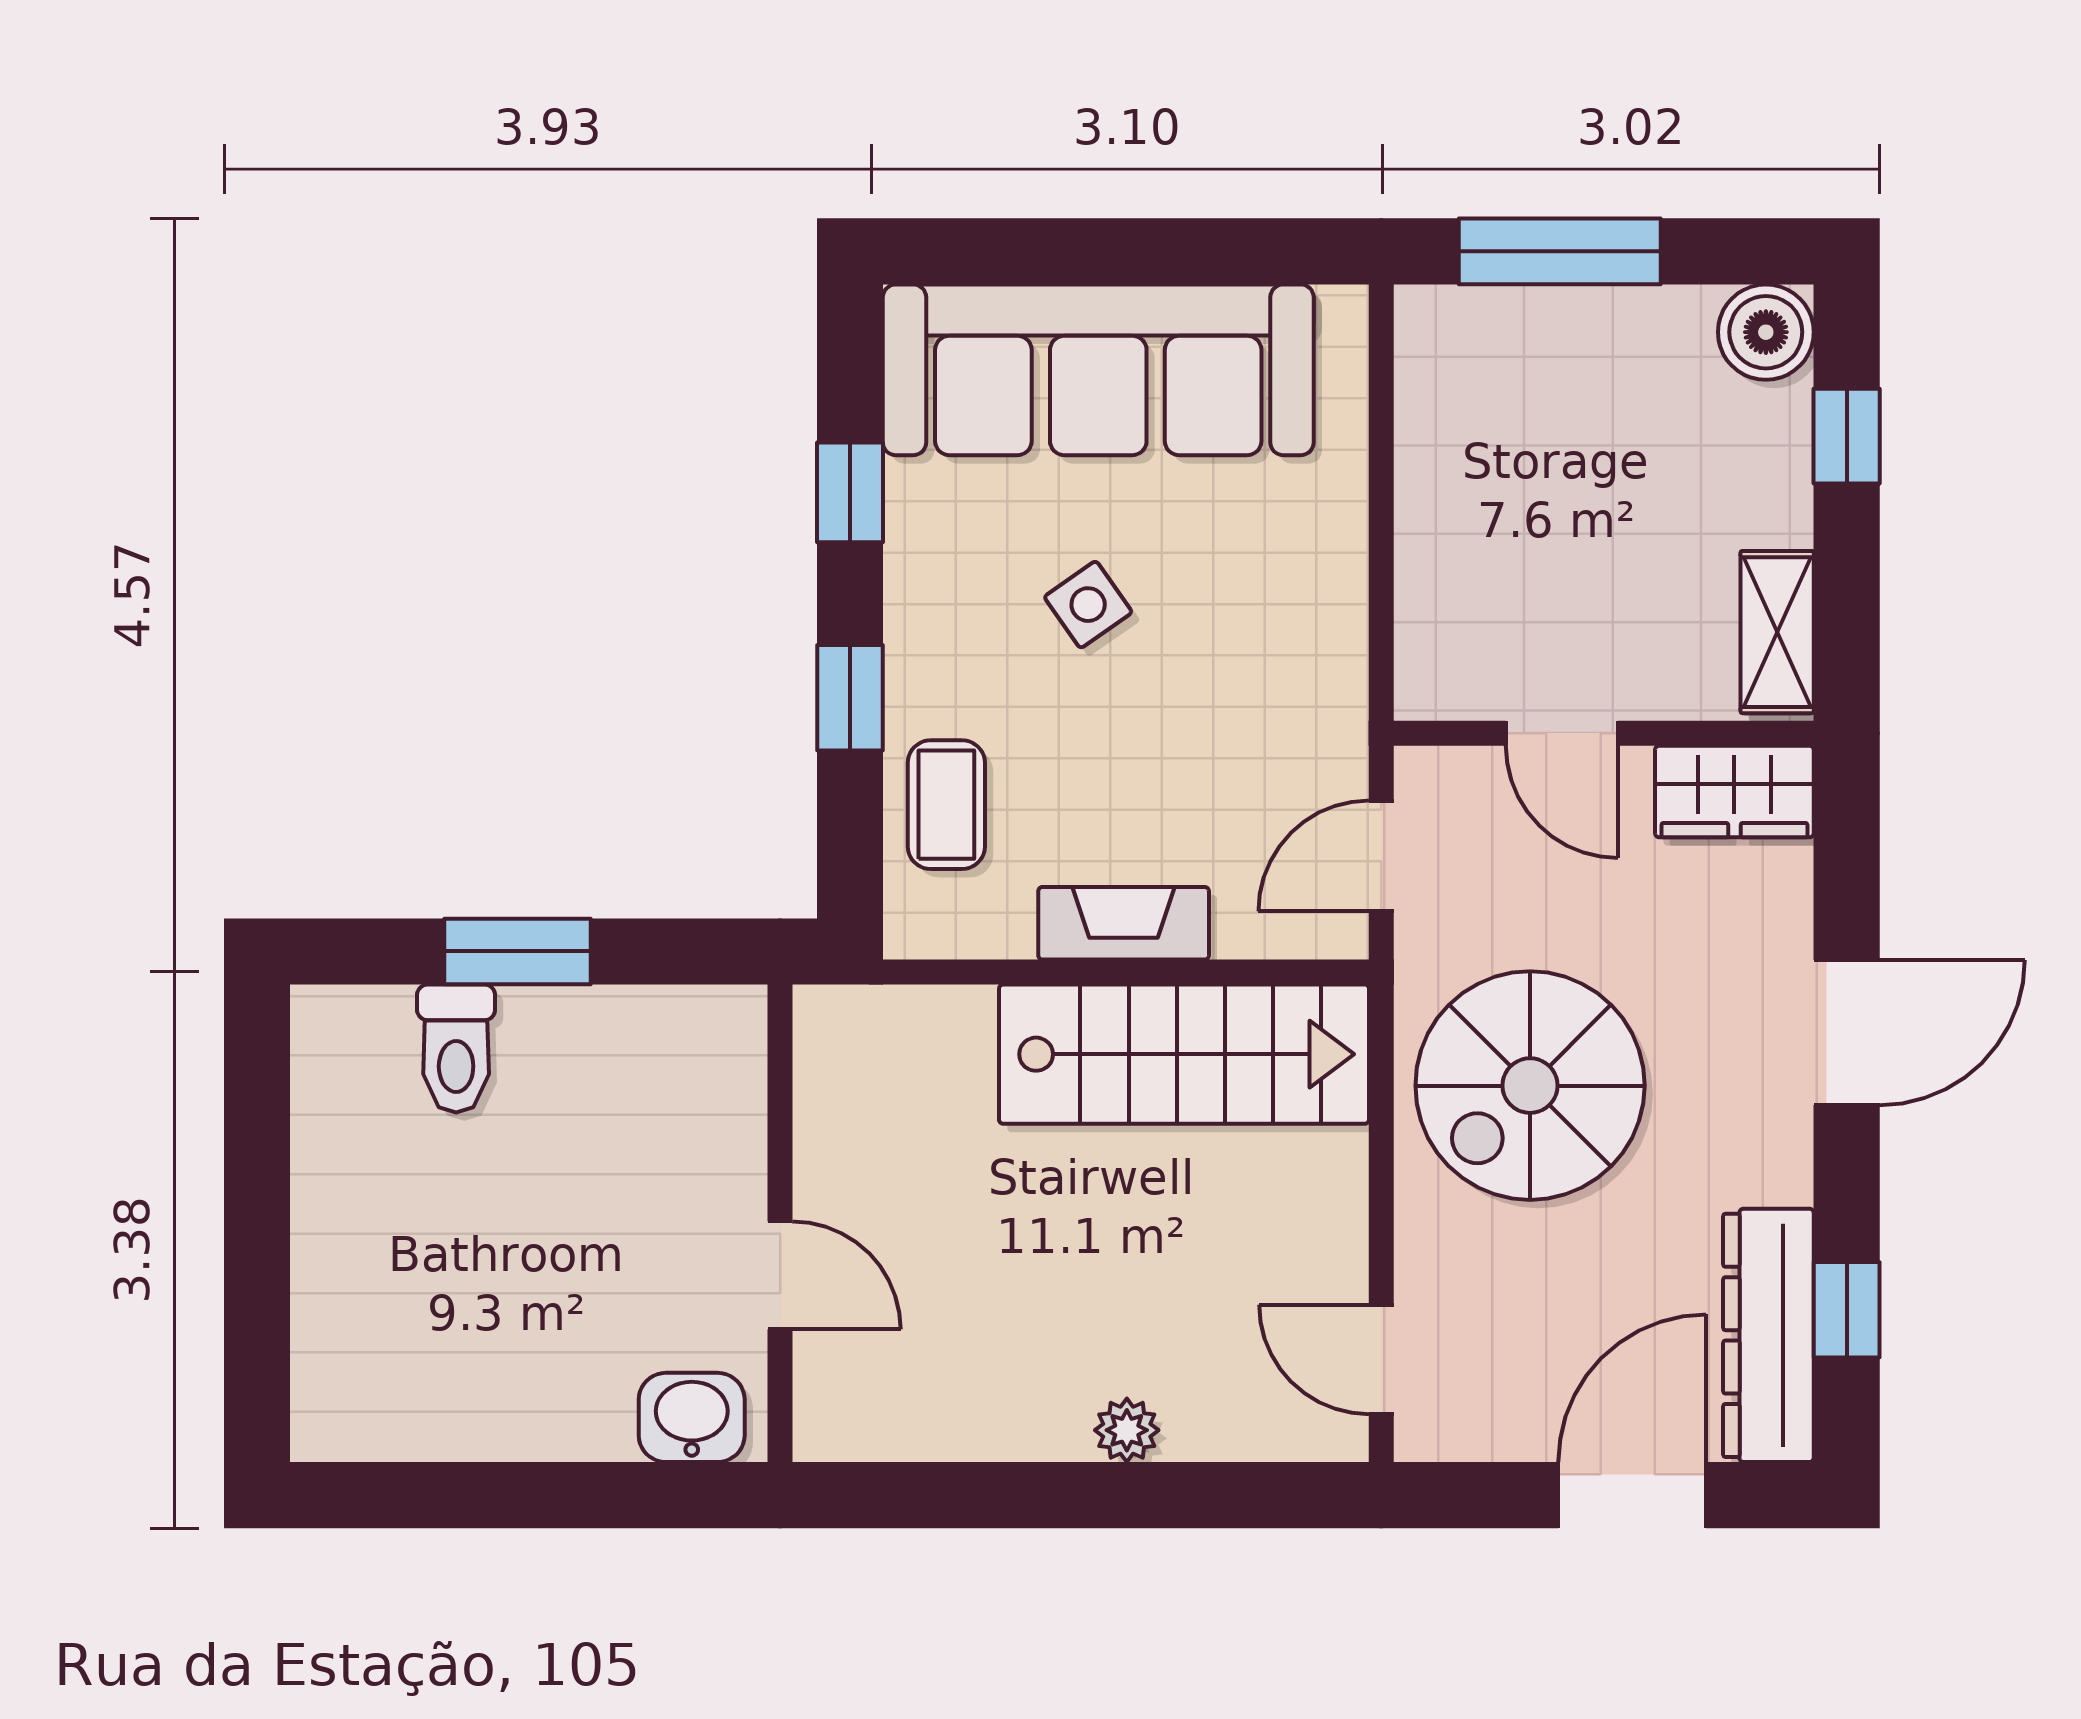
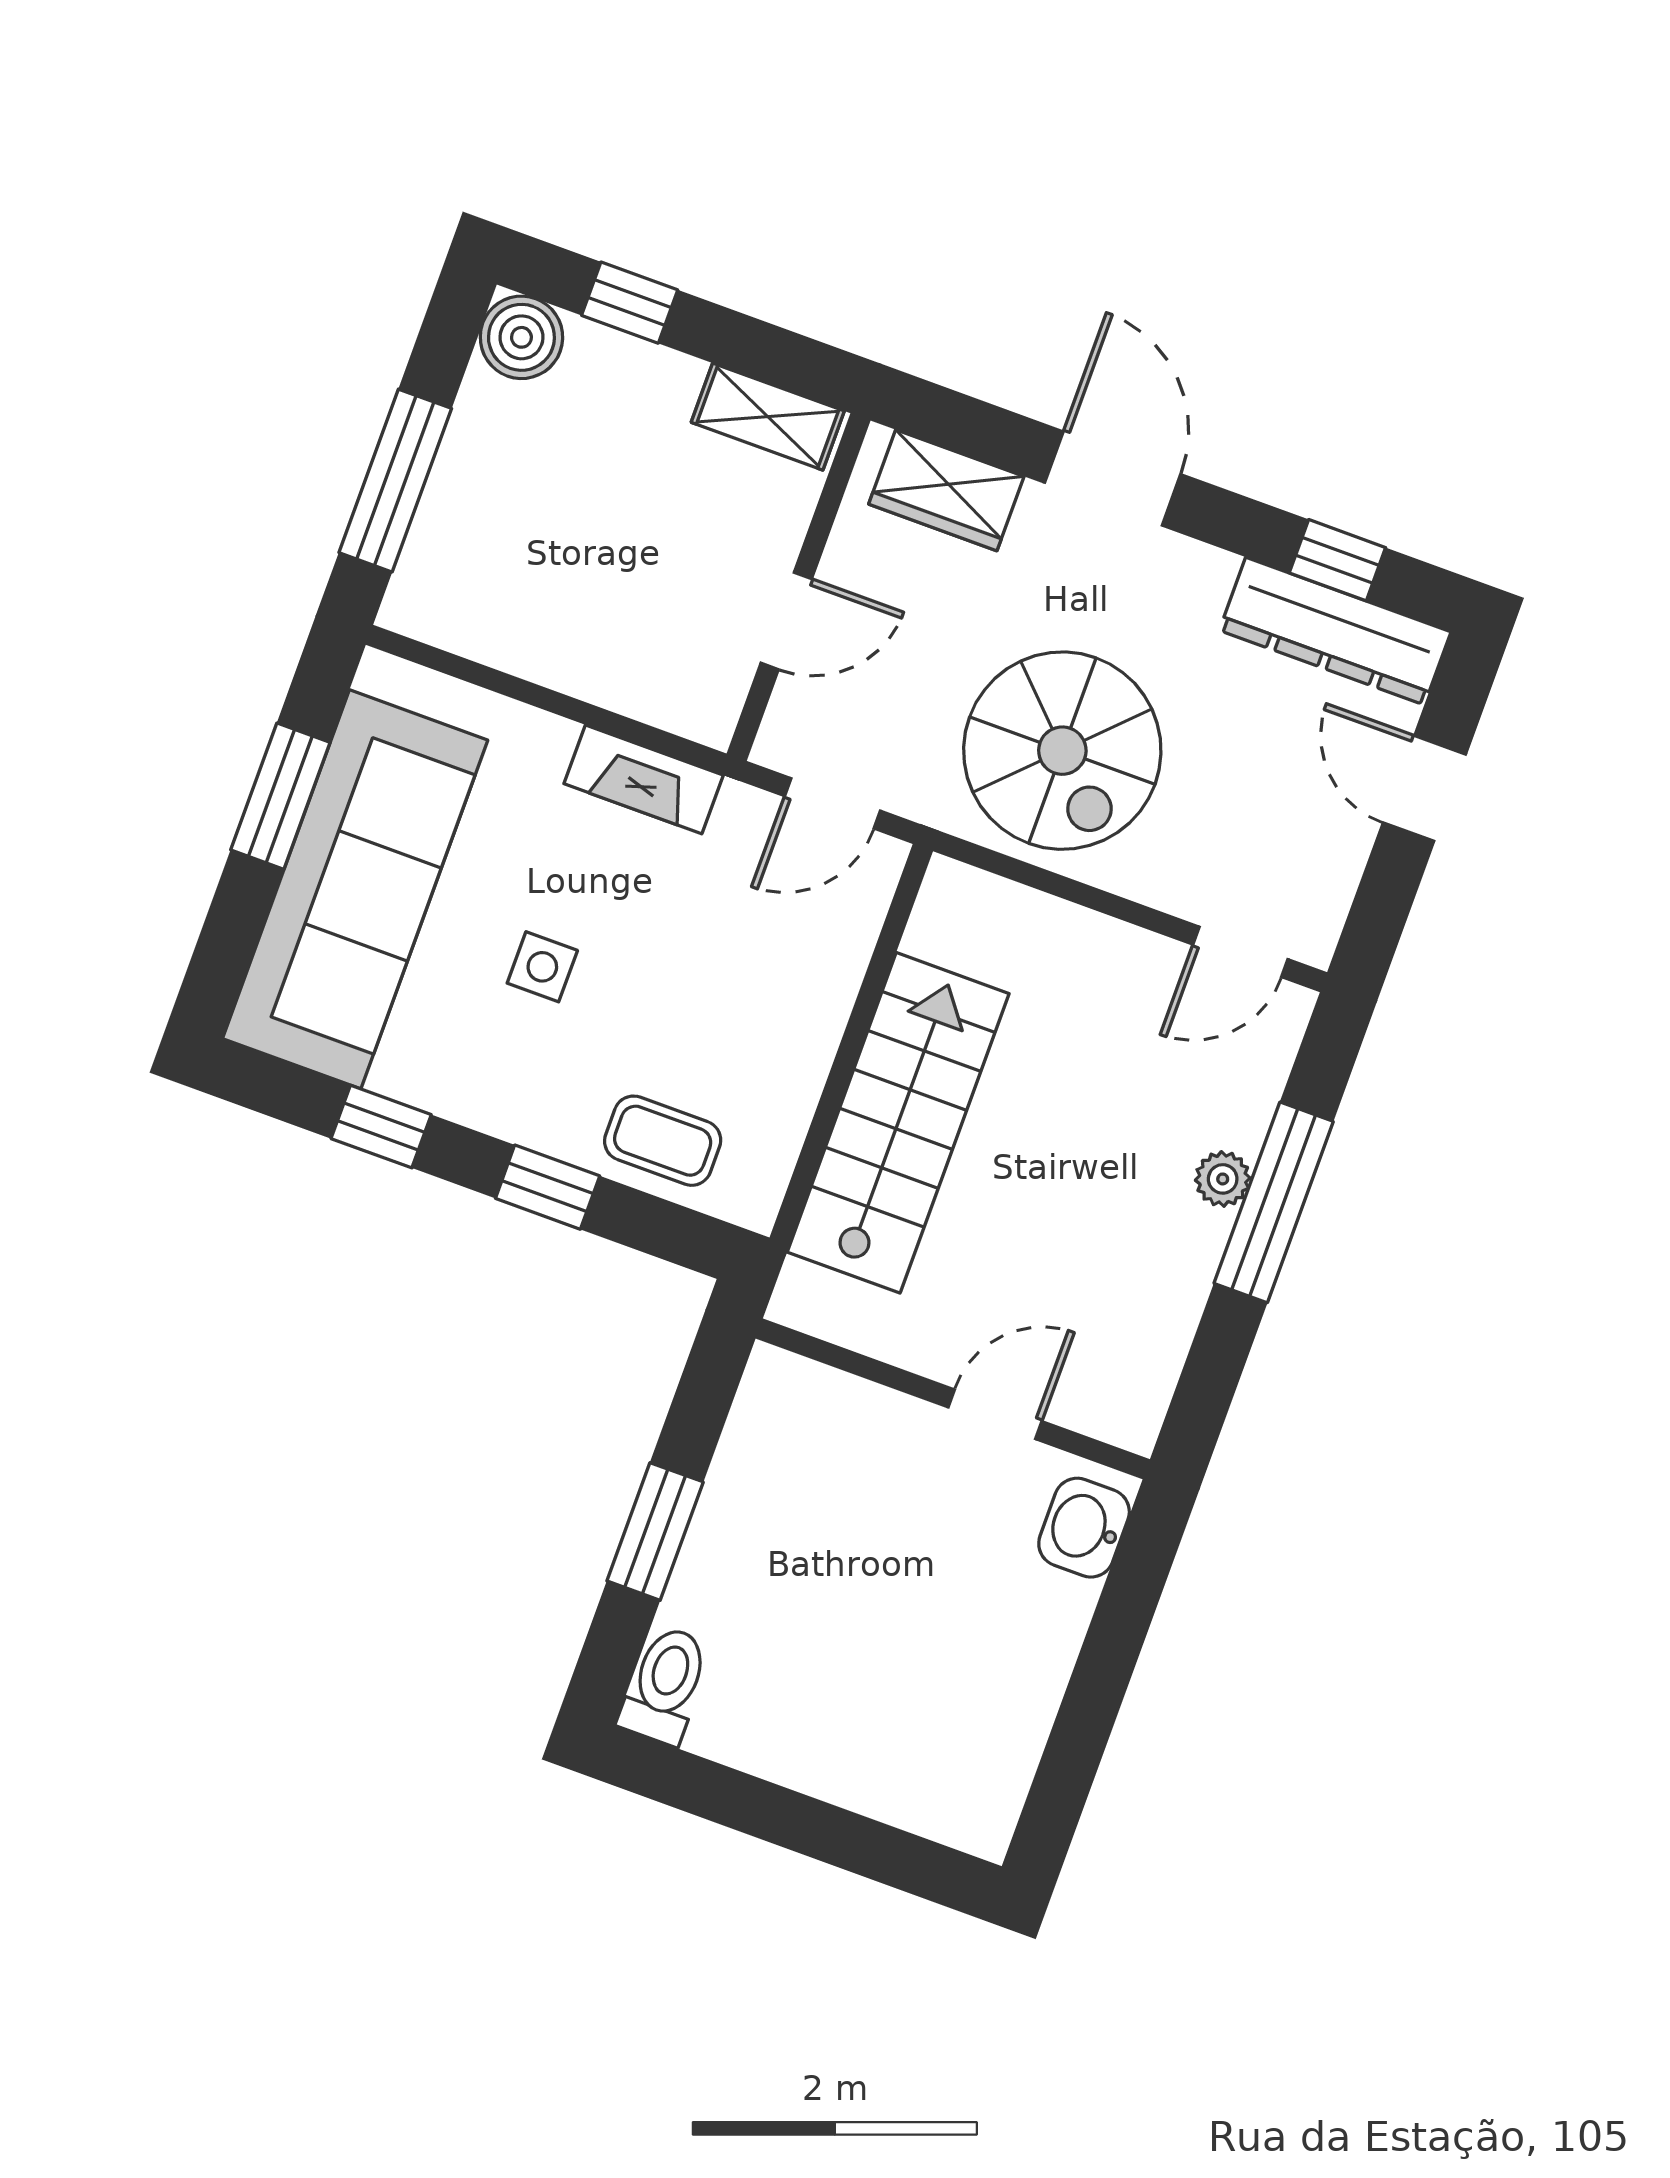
window: (1170, 251) -> (280, 796), added
side table: (1088, 605) -> (542, 967), turned 35
wardrobe: (1734, 792) -> (946, 490), moved, turned 90
door: (1381, 856) -> (832, 803), hinge flipped
fireplace: (1124, 923) -> (644, 779), moved, turned -90
toilet: (456, 1049) -> (665, 1685), moved, turned -90
stairs: (1184, 1054) -> (898, 1123), moved
window: (1121, 1495) -> (1274, 1202), added
door: (1632, 1495) -> (1424, 788), width x0.73

